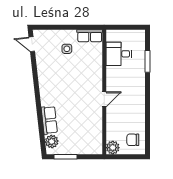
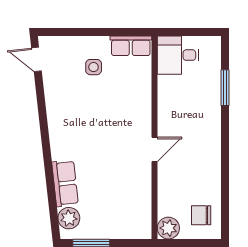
desk: (119, 54) -> (178, 55), moved

